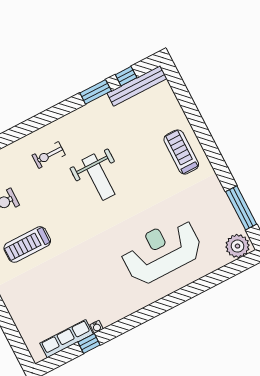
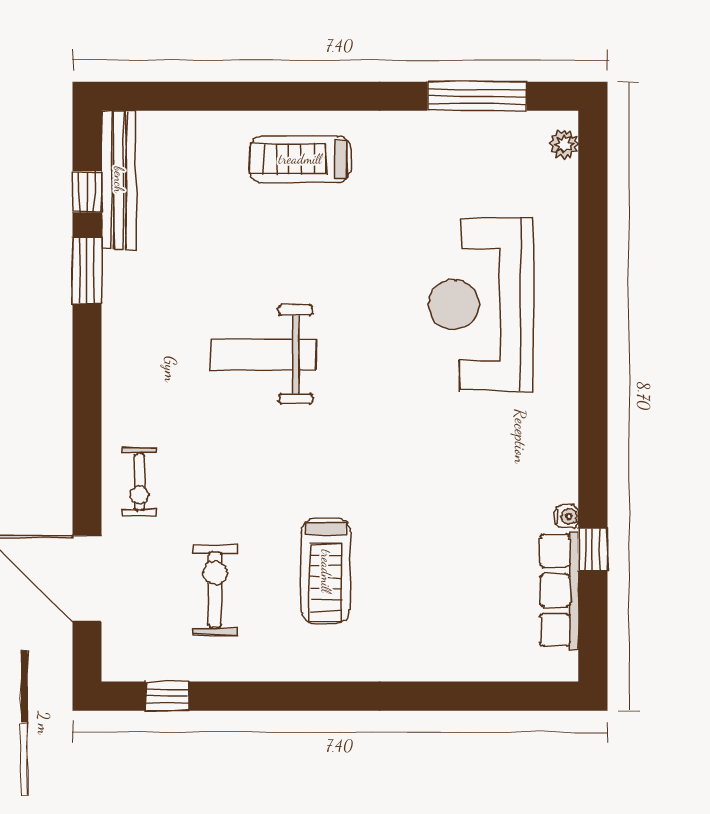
exercise bike: (49, 155) -> (139, 482), moved
weight bench: (99, 177) -> (264, 355), turned 180
plant: (238, 246) -> (564, 144), width x0.53, depth x0.53

